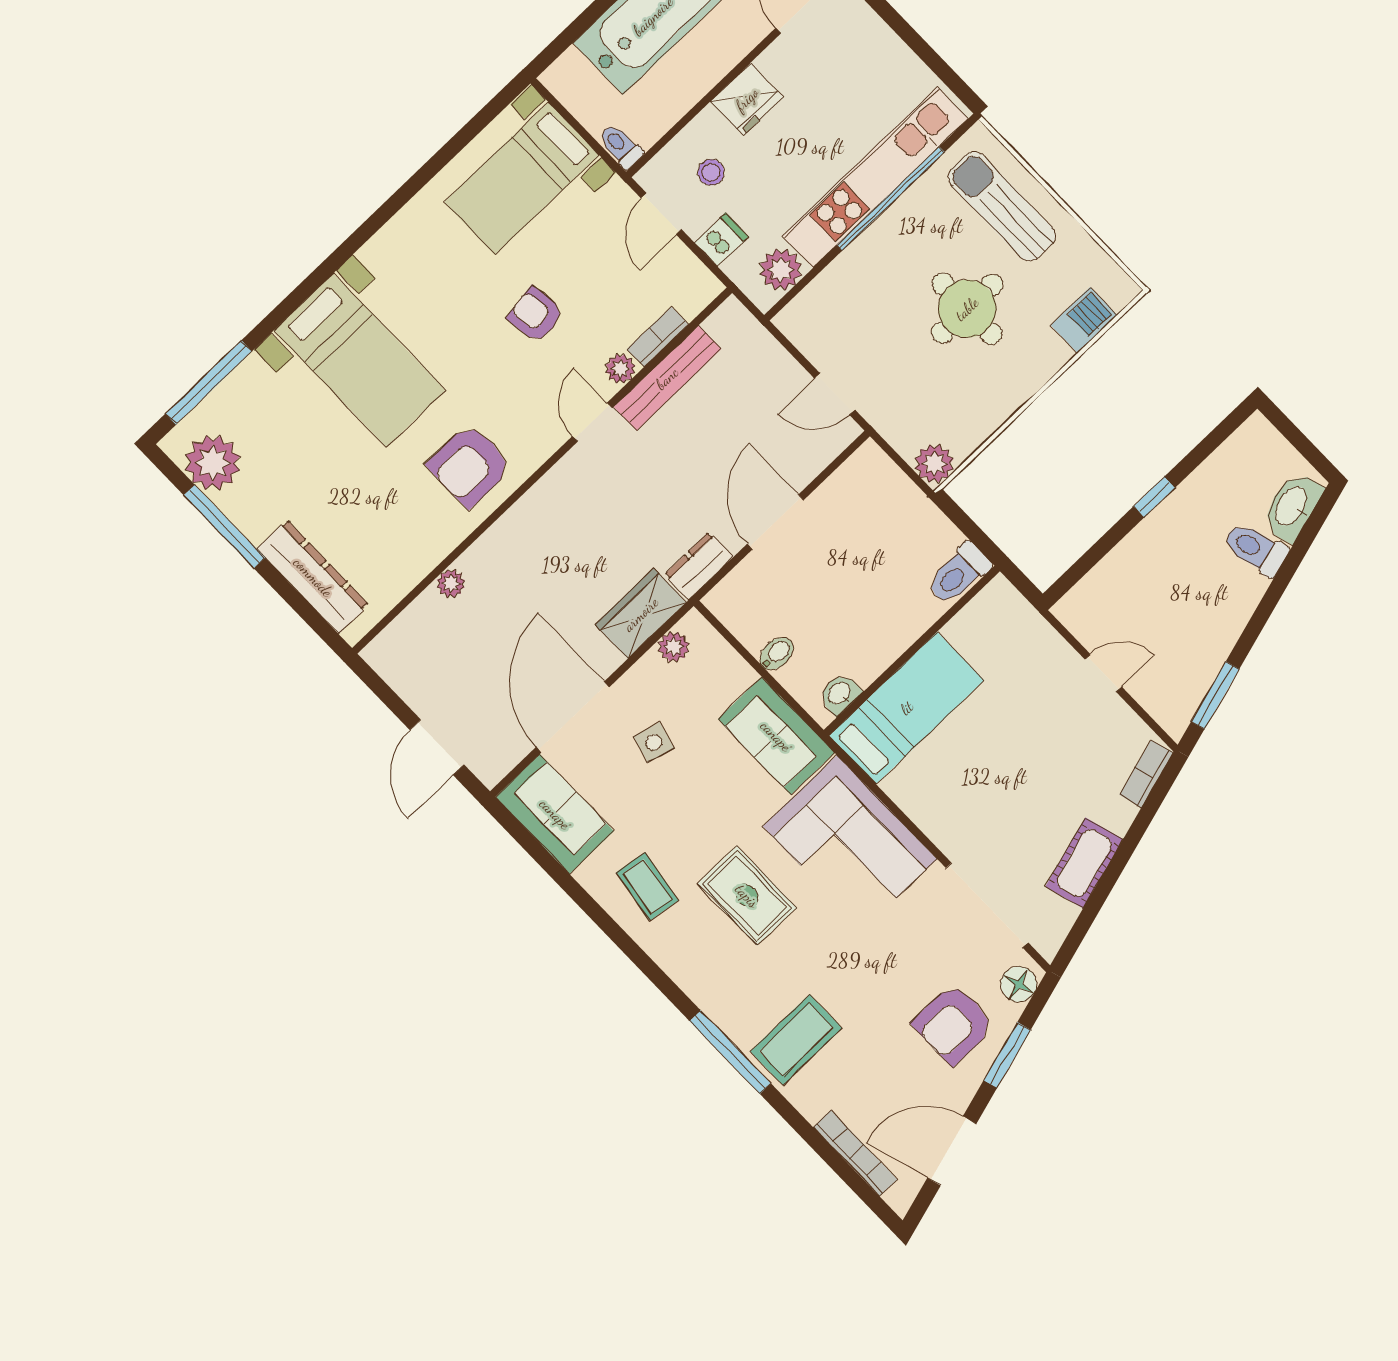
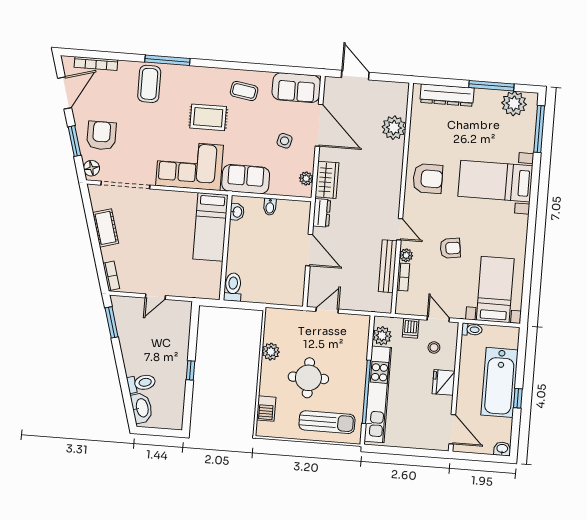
plant: (934, 464) -> (271, 352), moved
armchair: (470, 465) -> (428, 179), turned 90
plant: (451, 584) -> (394, 128), width x1.88, depth x1.88

